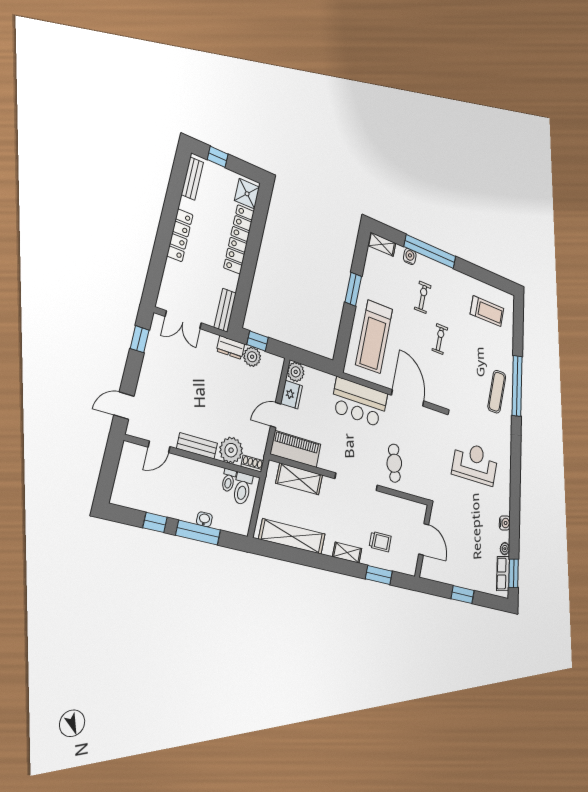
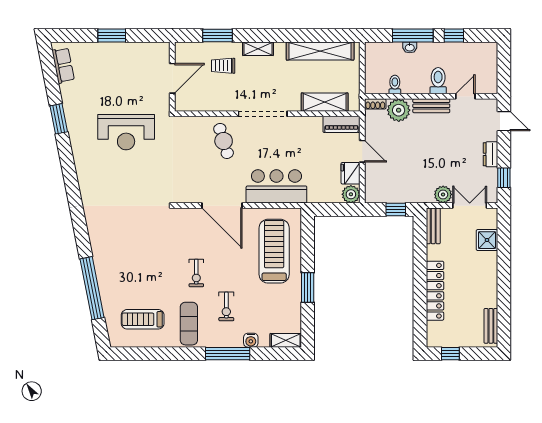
window: (218, 157) -> (450, 354), moved
shower: (247, 194) -> (487, 240), moved
locker: (180, 235) -> (490, 274), removed
window: (430, 252) -> (228, 354), width x0.68
dresser: (231, 347) -> (490, 154), moved, turned -90
plant: (252, 357) -> (443, 194), moved
window: (517, 386) -> (92, 288), moved
exercise mat: (497, 392) -> (189, 324), moved
door: (124, 406) -> (504, 121), hinge flipped
door: (276, 415) -> (362, 151), hinge flipped
piano: (296, 449) -> (341, 124), width x0.73, depth x0.75
reception desk: (475, 463) -> (126, 132), moved
toilet: (242, 489) -> (438, 81), moved
water cooler: (505, 523) -> (72, 115), removed
door: (424, 539) -> (172, 78), swing flipped
plant: (505, 549) -> (66, 90), removed
window: (514, 573) -> (59, 119), moved

